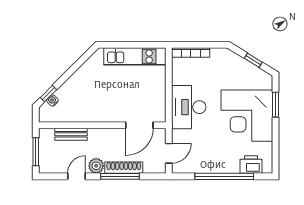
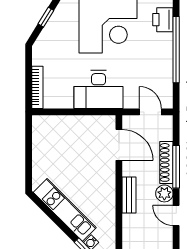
kitchen unit: (135, 56) -> (65, 210), moved, turned -45
bench: (71, 134) -> (129, 195), moved

